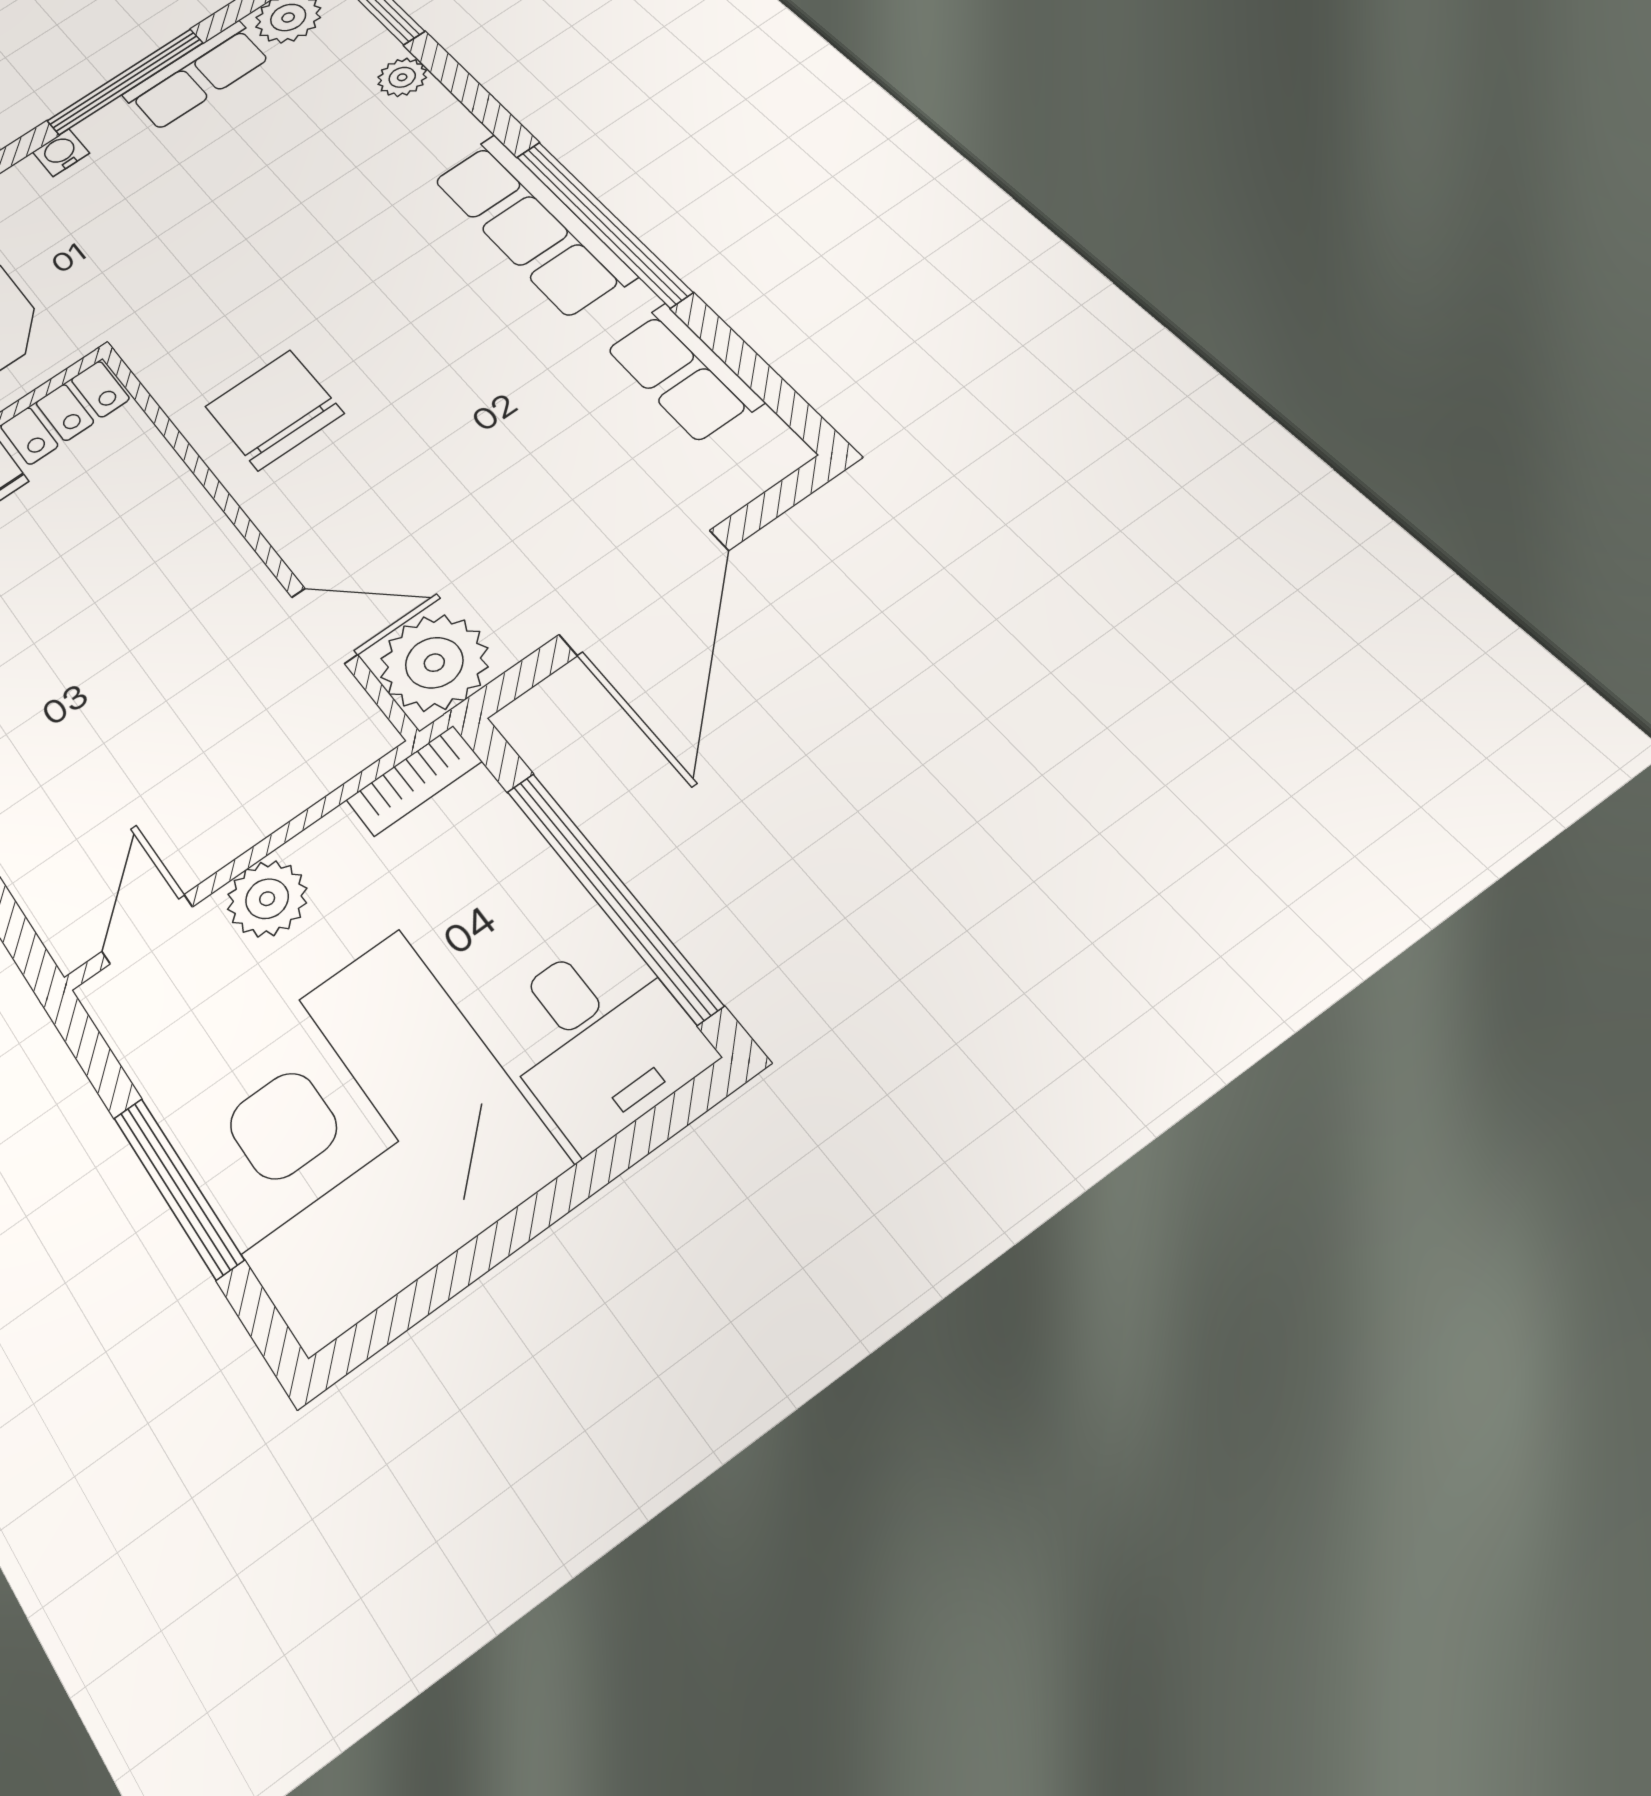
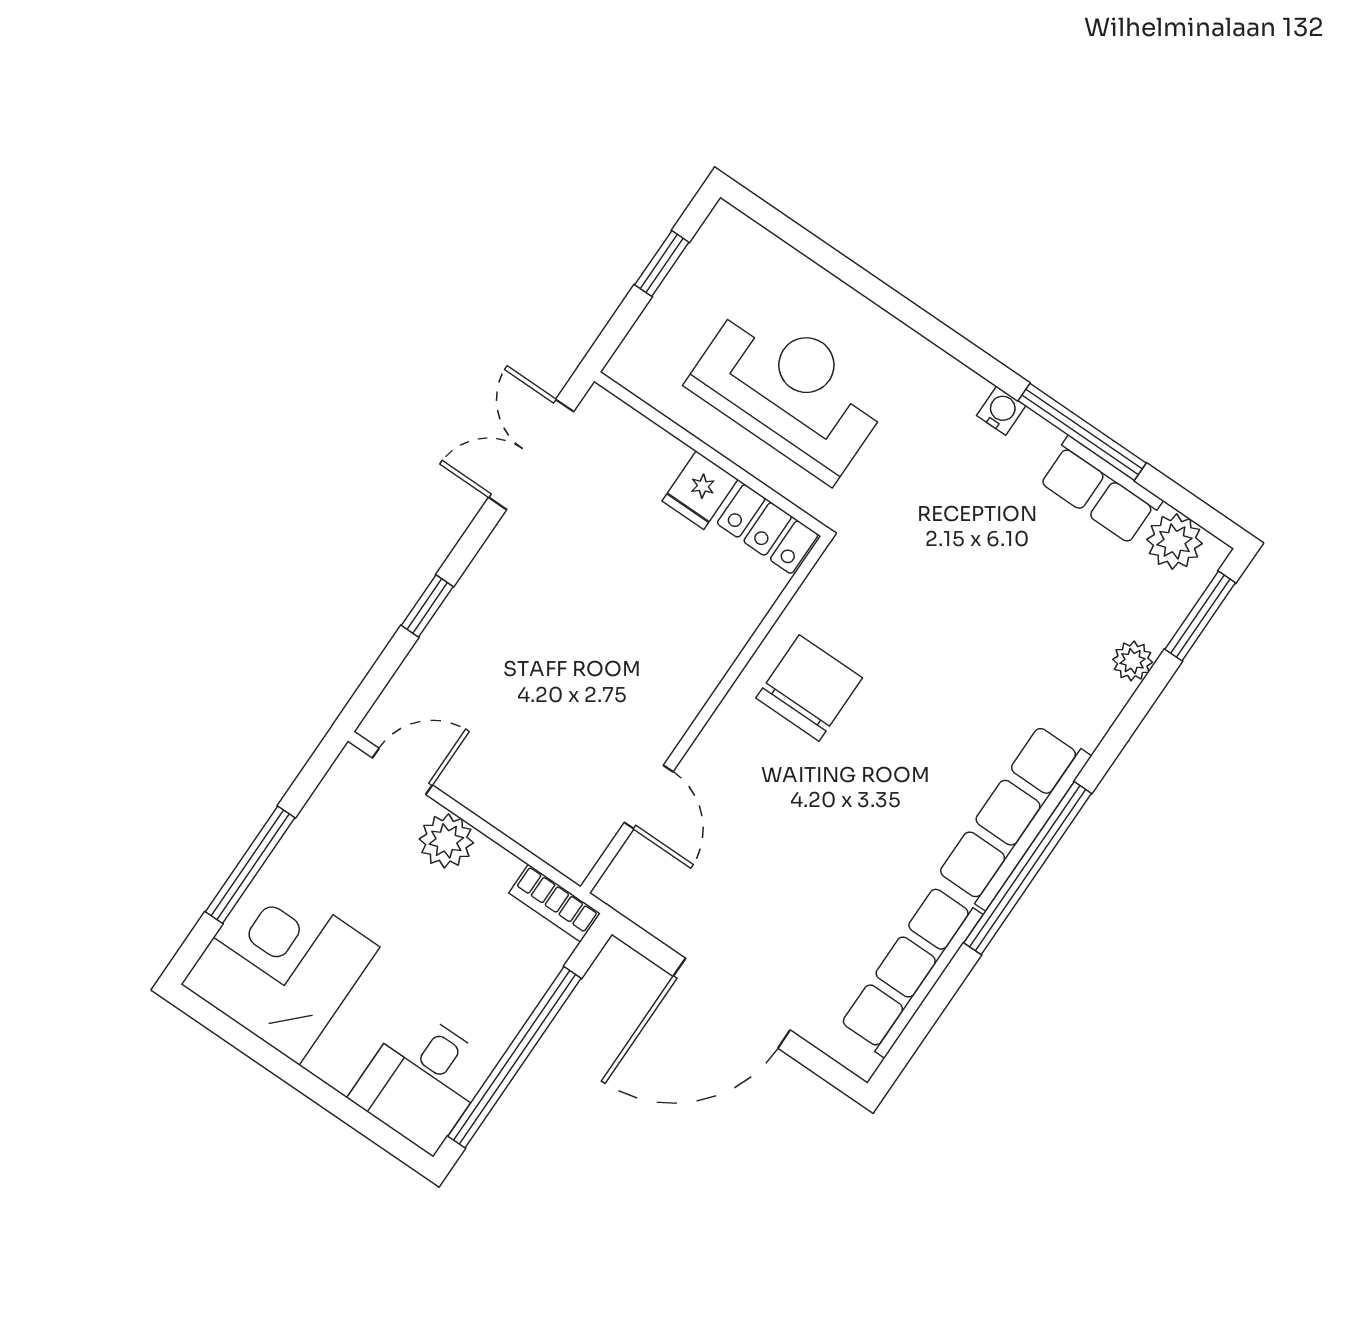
row of seats: (683, 374) -> (911, 971), width x1.48
plant: (434, 663) -> (642, 883), removed
corner desk: (356, 1136) -> (280, 966), width x0.74, depth x0.74

